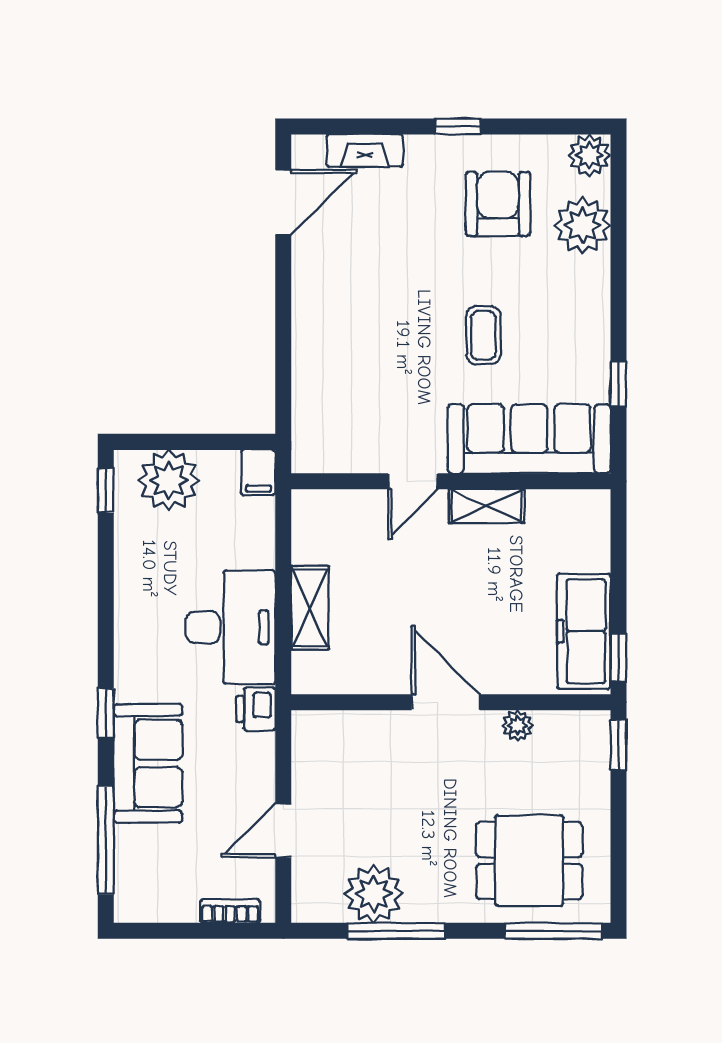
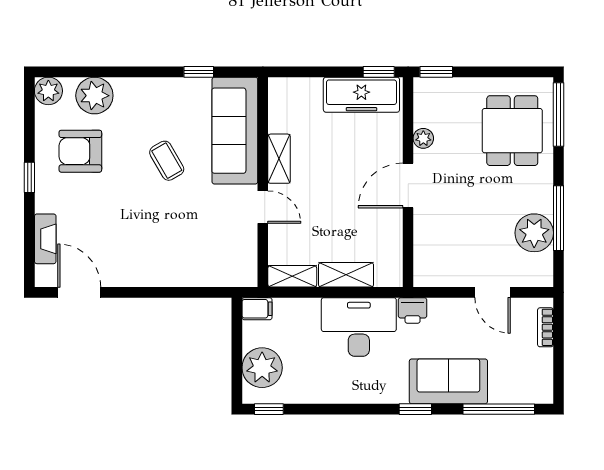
coffee table: (483, 335) -> (167, 161), turned 60
shelving: (308, 526) -> (292, 276), added

